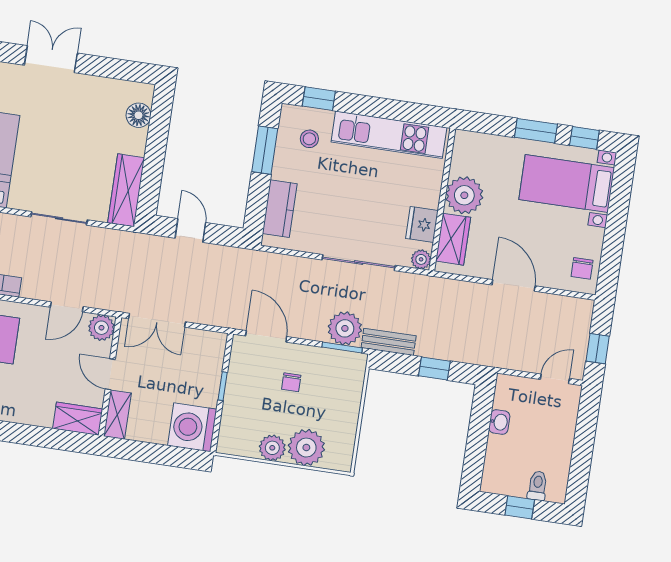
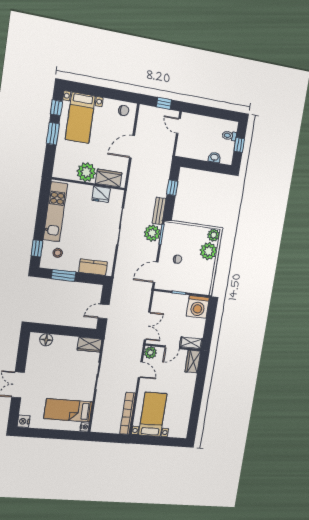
wardrobe: (126, 190) -> (90, 345), width x0.67
plant: (421, 259) -> (119, 195), removed
washbasin: (499, 422) -> (214, 157), moved
plant: (272, 448) -> (214, 235), moved

